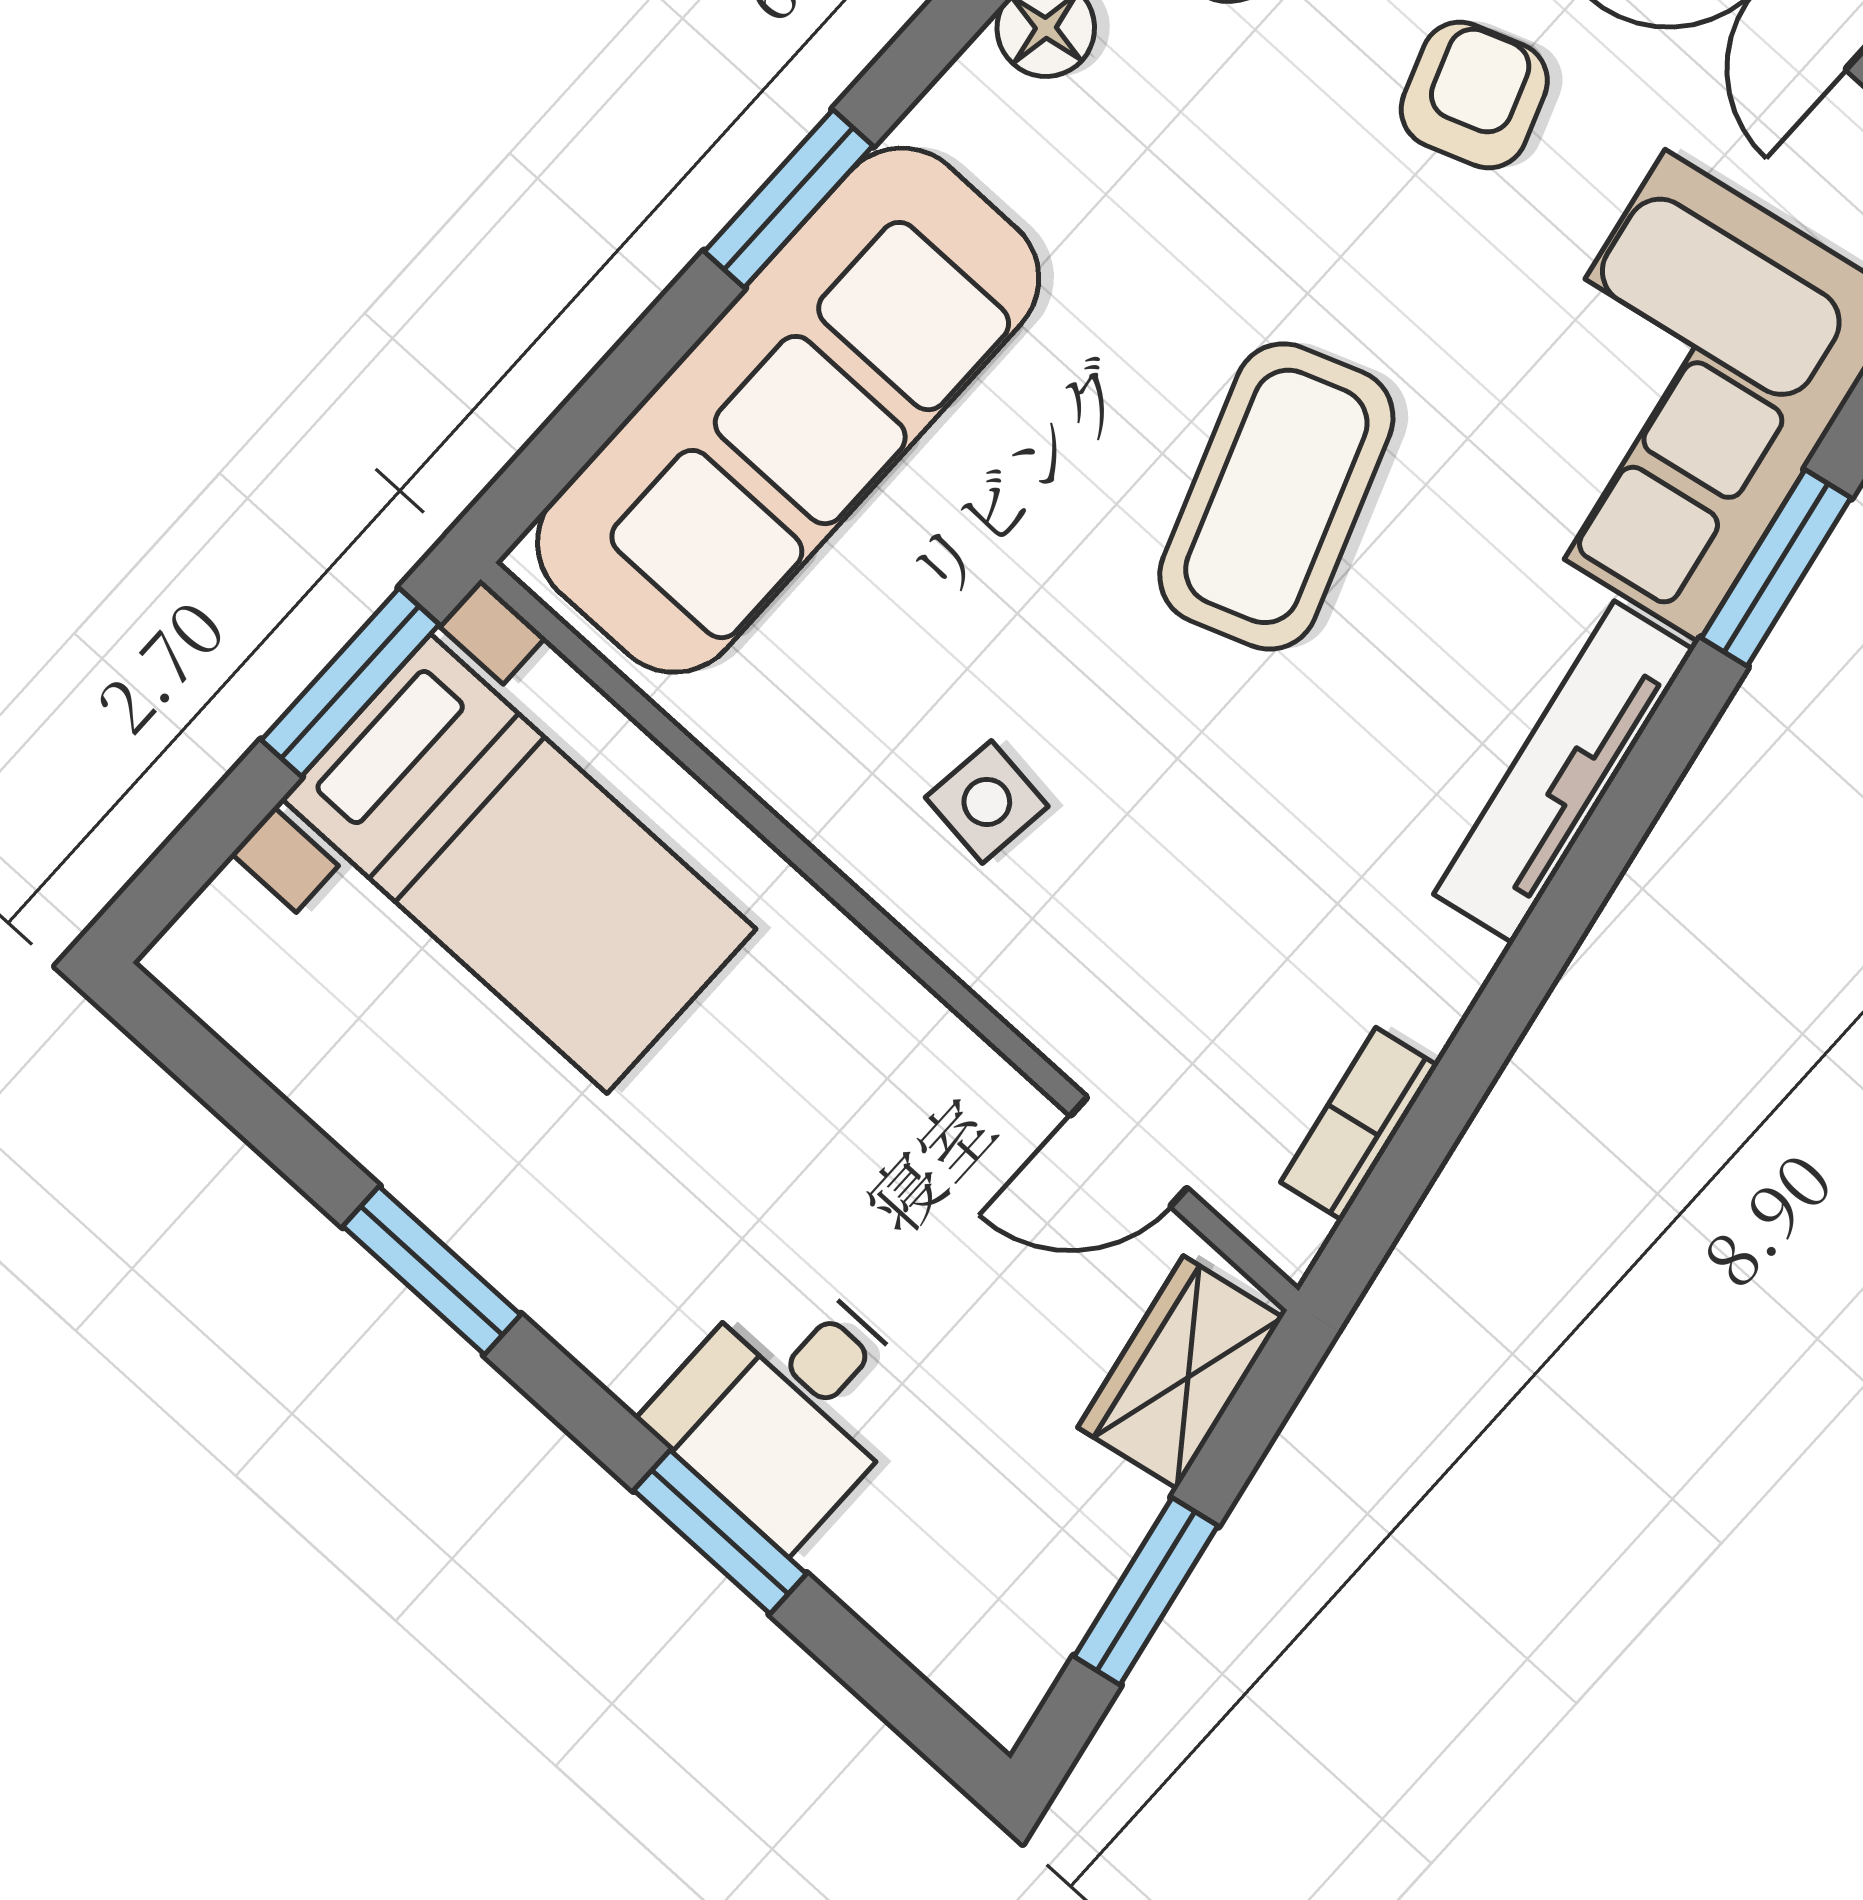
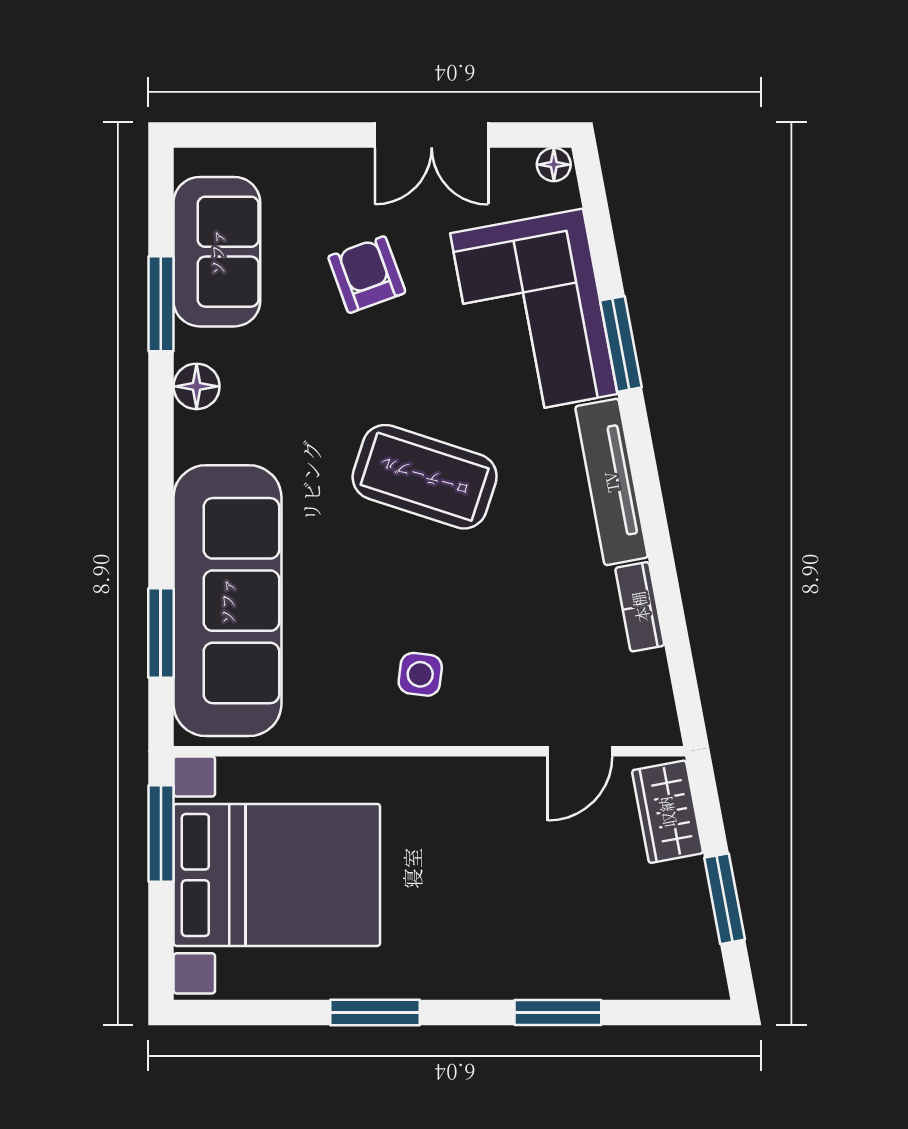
window: (789, 199) -> (161, 633), moved
coffee table: (1276, 496) -> (425, 477), turned -52
bed with nightstands: (519, 864) -> (277, 875), width x1.36
bookcase: (1359, 1124) -> (640, 607), moved
desk: (787, 1405) -> (541, 947), removed

